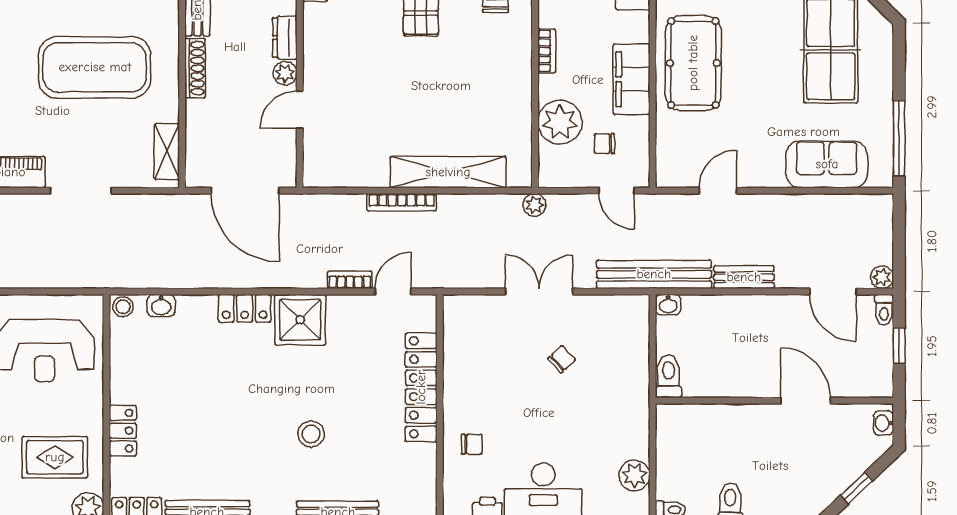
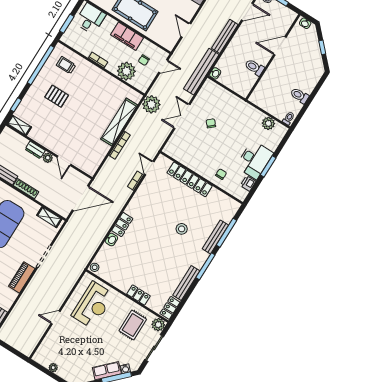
plant: (534, 205) -> (151, 104), width x1.87, depth x1.87
bench: (744, 277) -> (225, 36), width x1.36
washbasin: (161, 306) -> (111, 240), moved
shower: (300, 320) -> (139, 207), removed
toilet: (669, 376) -> (254, 67), moved

